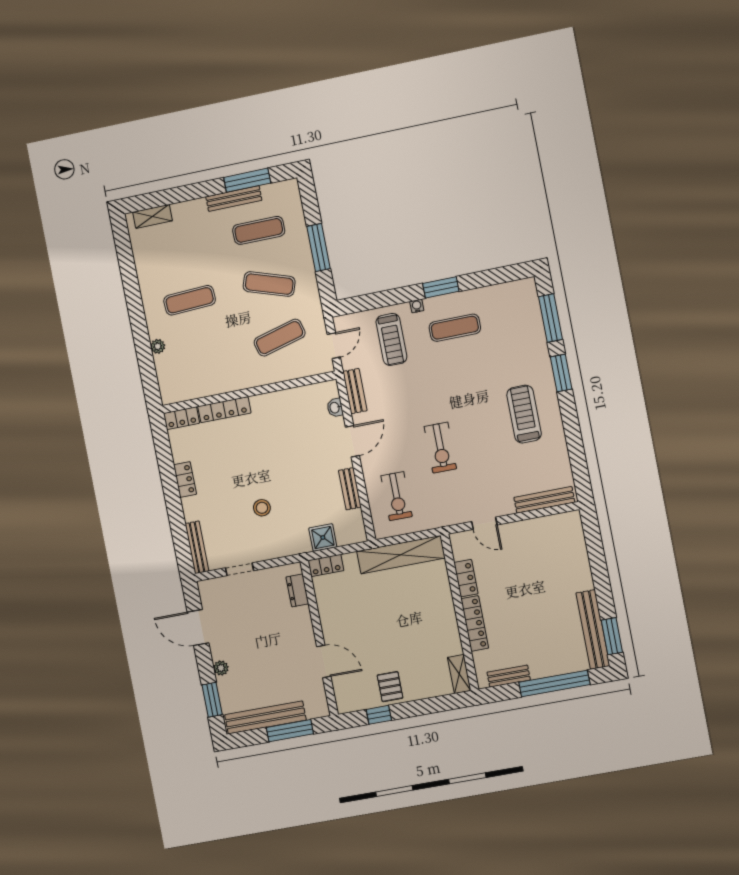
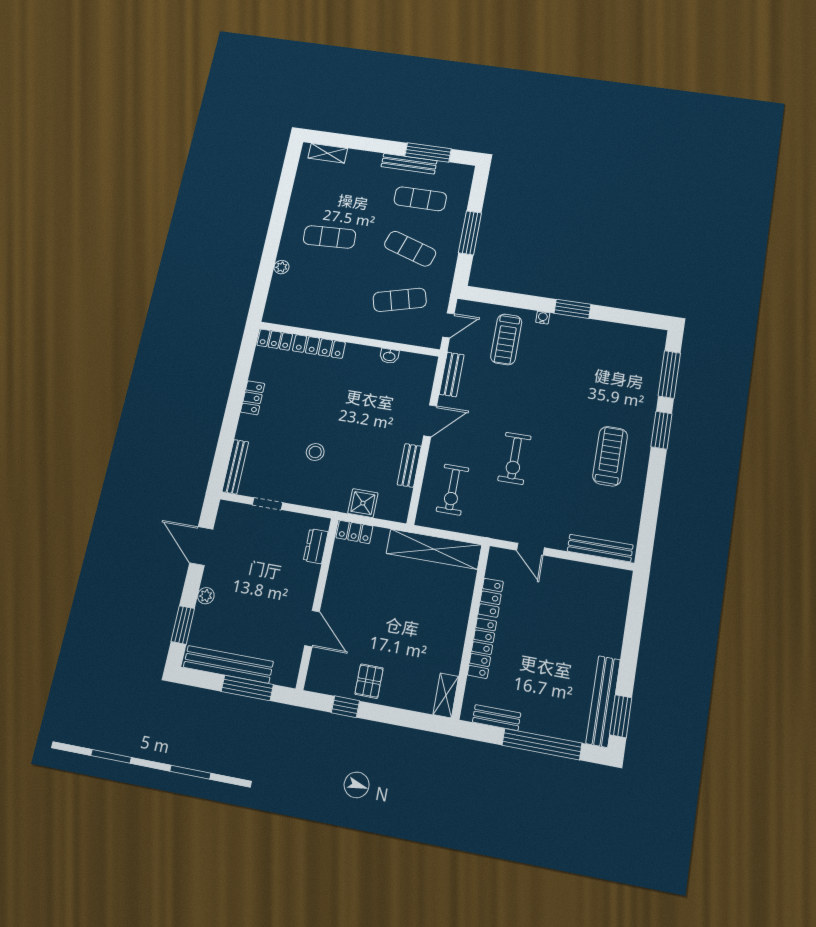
exercise mat: (455, 328) -> (572, 350), removed
washbasin: (335, 408) -> (389, 356), moved, turned -90

